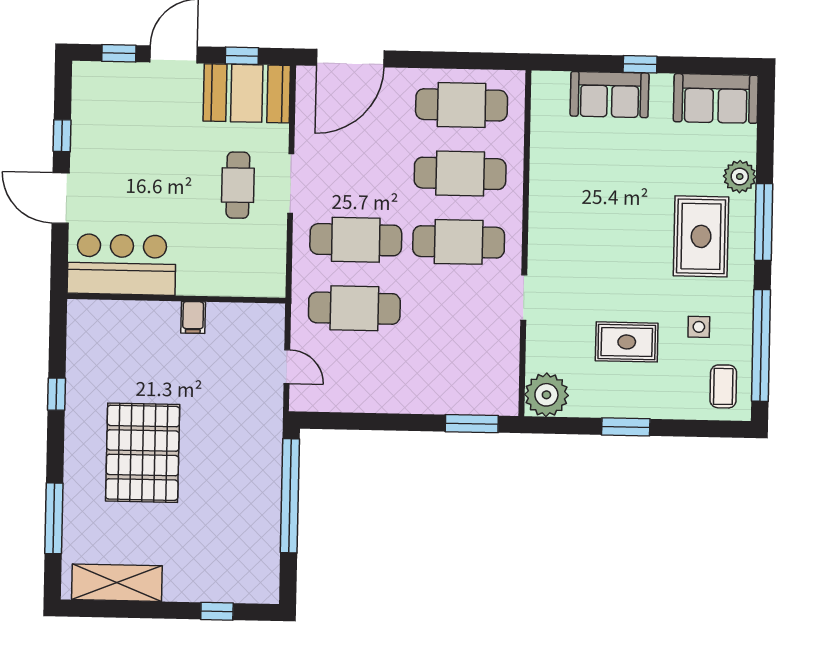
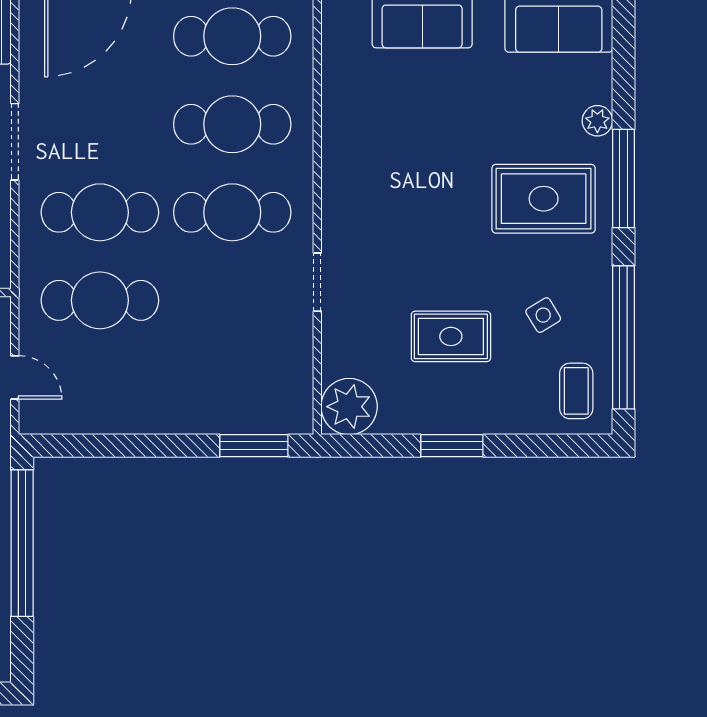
plant: (740, 177) -> (597, 121), width x0.73, depth x0.73
rug: (701, 236) -> (544, 199), turned 90
side table: (699, 327) -> (543, 315), turned -31

